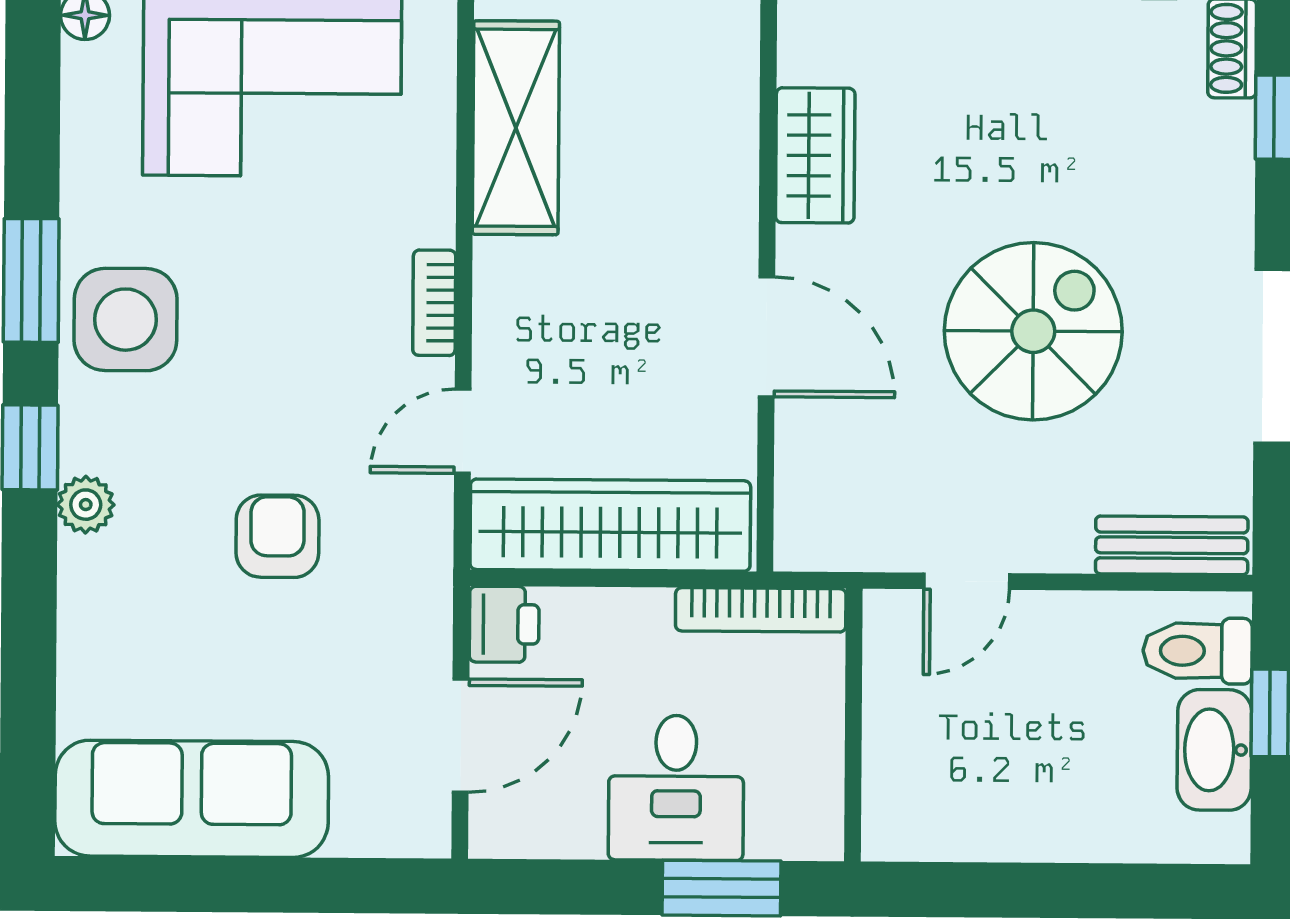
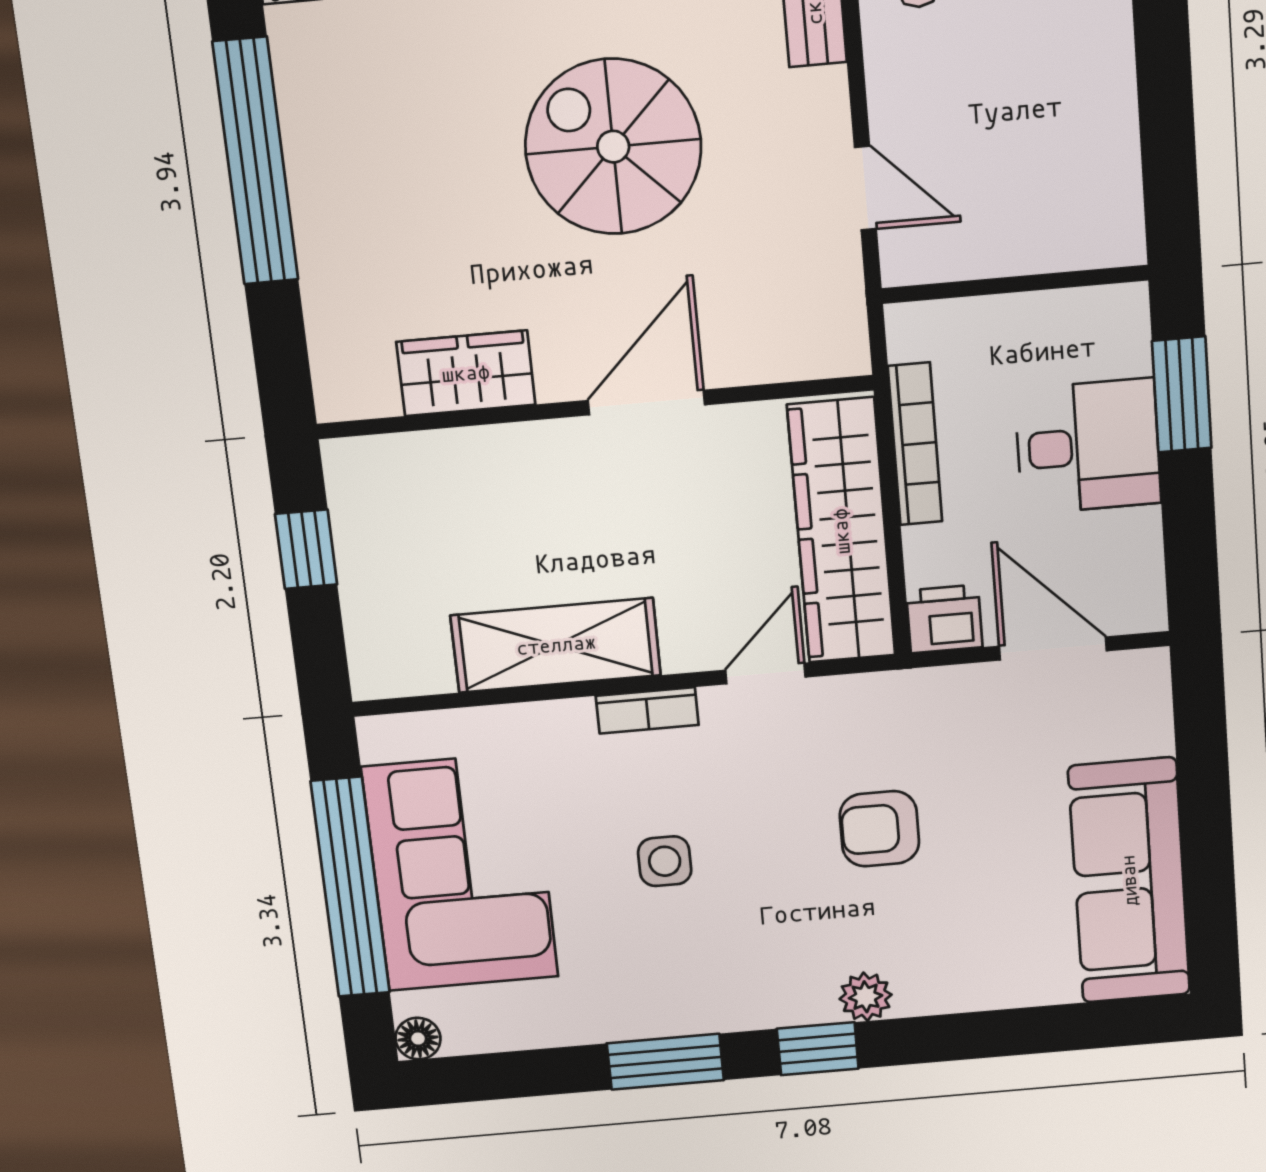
shelving: (516, 128) -> (556, 645), moved
side table: (126, 320) -> (665, 861), moved, width x0.54, depth x0.54
door: (463, 431) -> (765, 674), swing flipped
bookcase: (761, 610) -> (915, 444), moved

